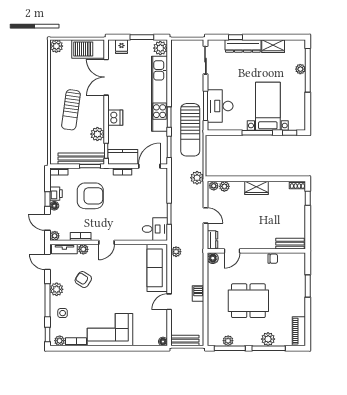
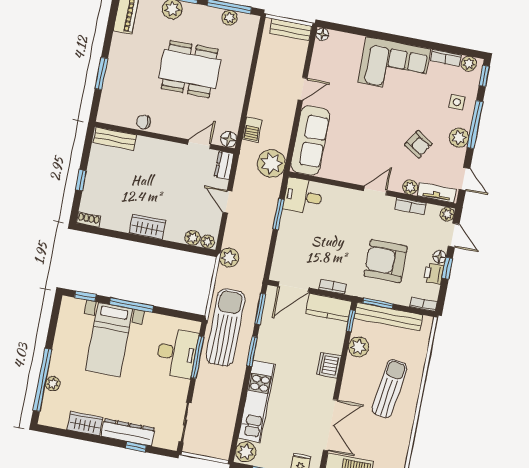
kitchen unit: (160, 94) -> (257, 401), width x0.73
window: (308, 198) -> (81, 180), moved
plant: (176, 252) -> (271, 163), width x1.87, depth x1.87
barbecue: (198, 294) -> (252, 130), moved

